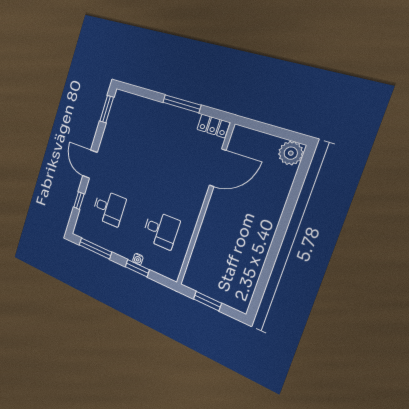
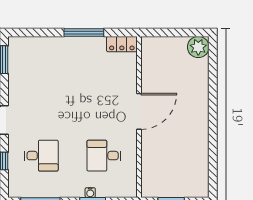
door: (218, 168) -> (139, 111), moved
desk: (161, 230) -> (104, 156), turned 180

